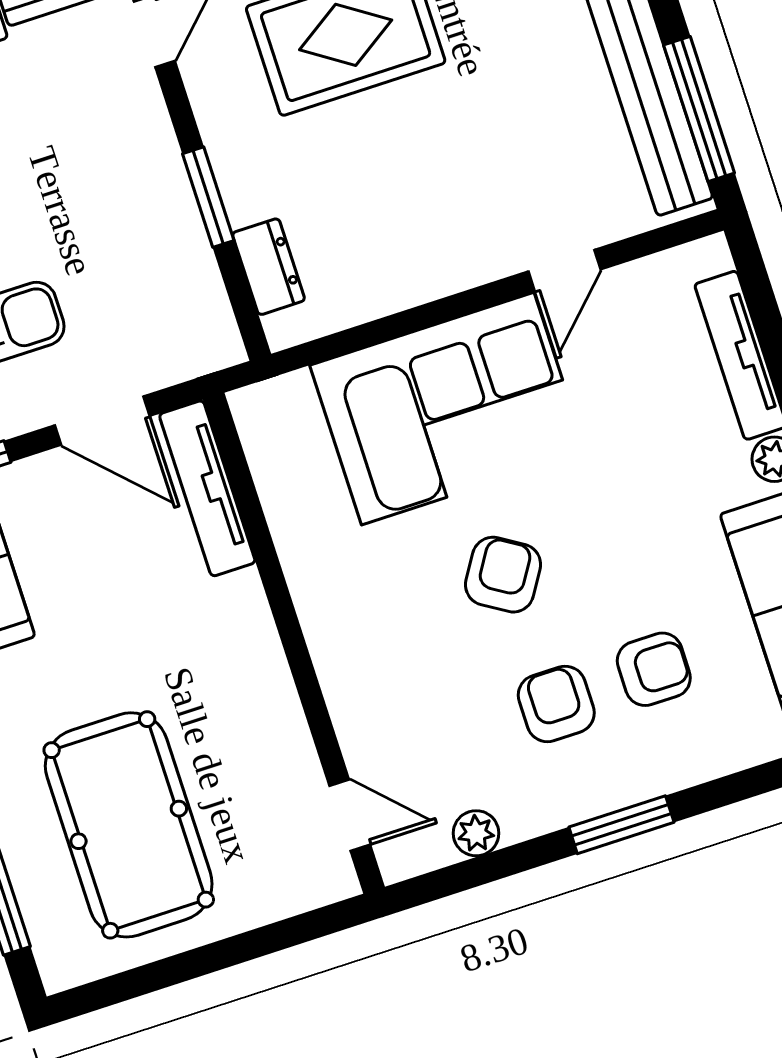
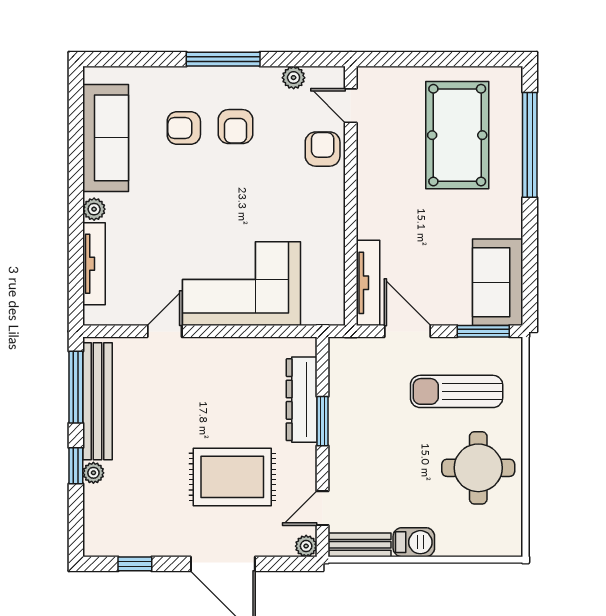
dresser: (269, 267) -> (302, 400), width x1.96, depth x1.24
armchair: (503, 575) -> (323, 149), moved, turned 148
window: (621, 825) -> (223, 59), width x1.44

